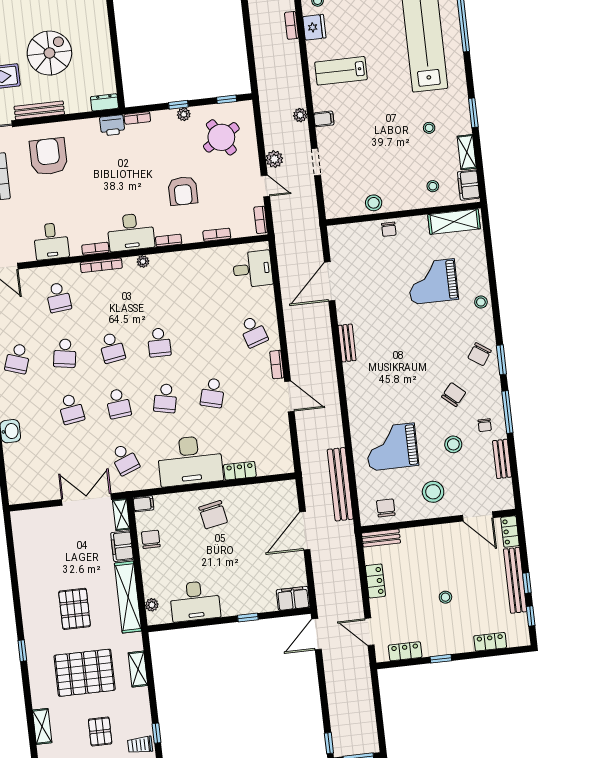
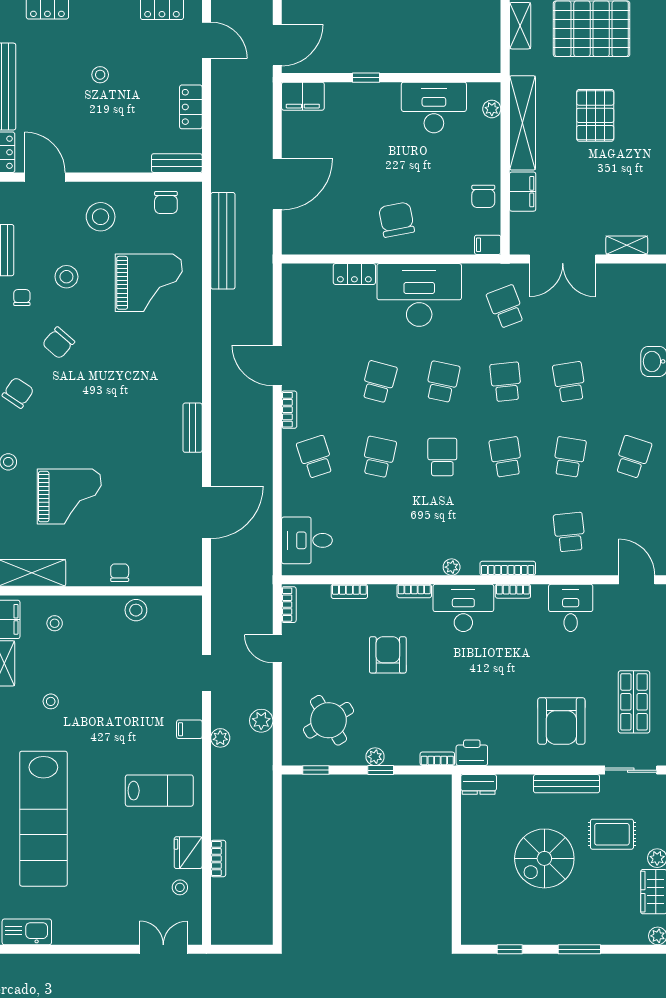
plant: (274, 159) -> (261, 721), moved
school desk: (206, 337) -> (379, 457), added
shelving: (121, 514) -> (627, 245), moved, turned 90

